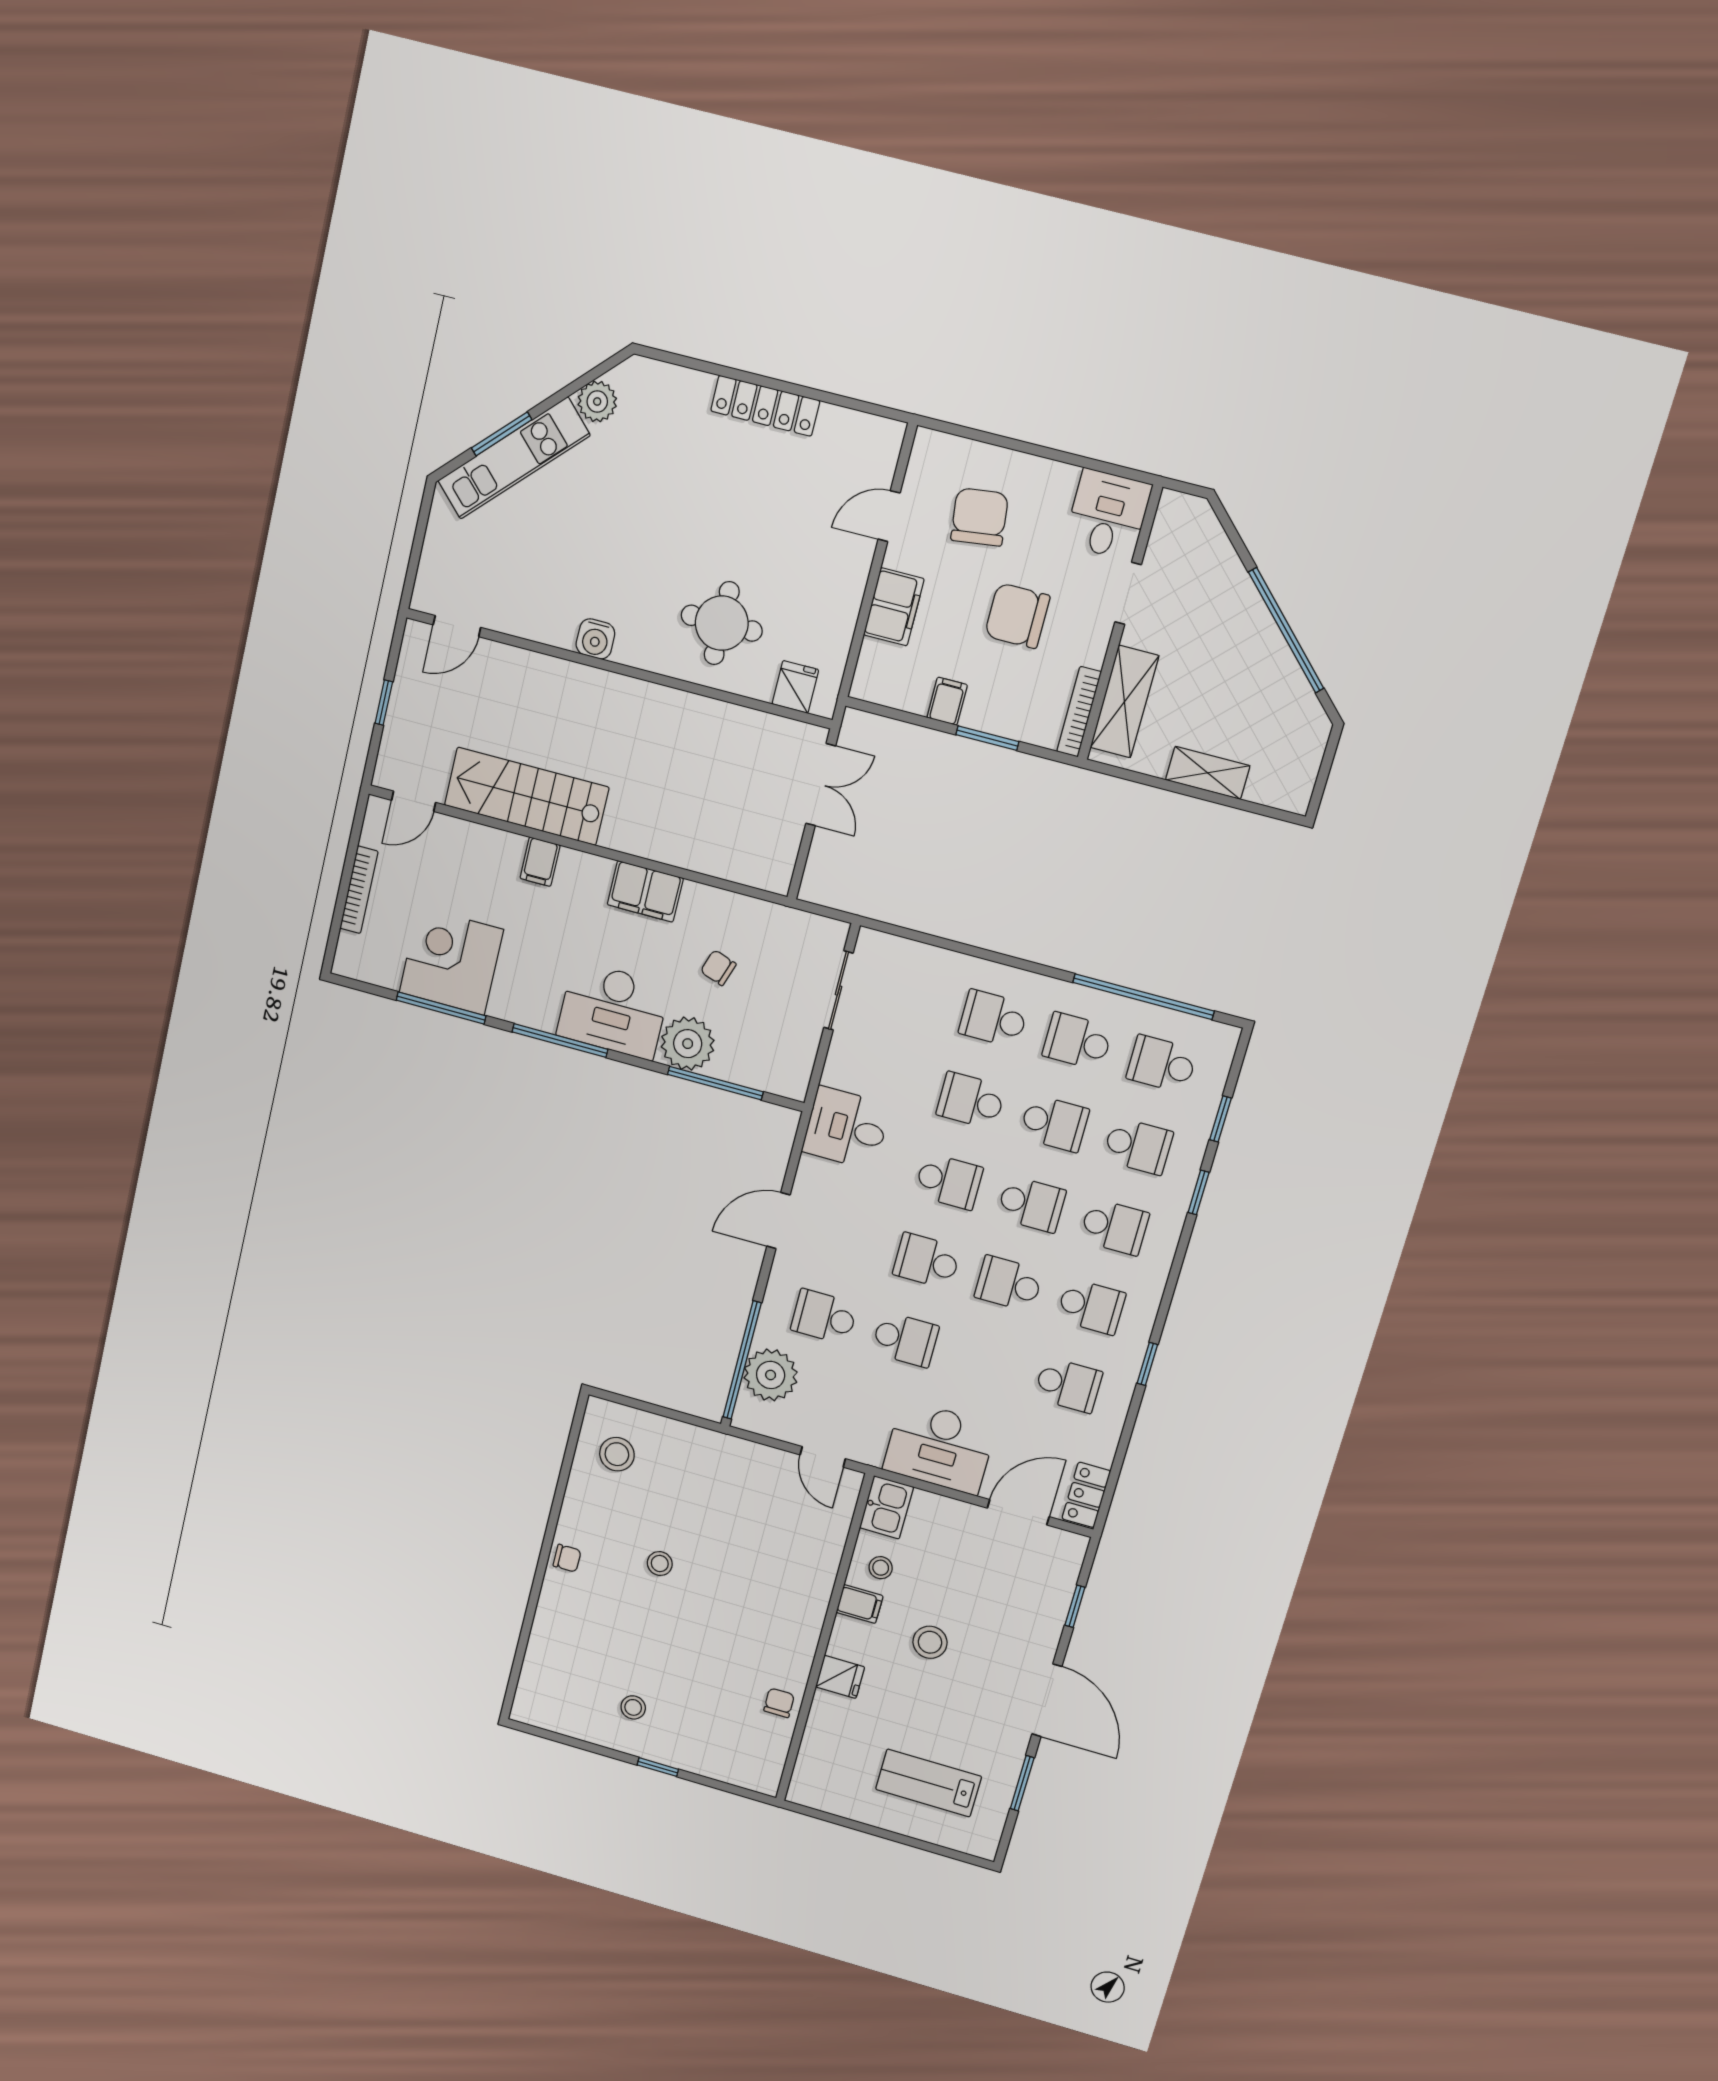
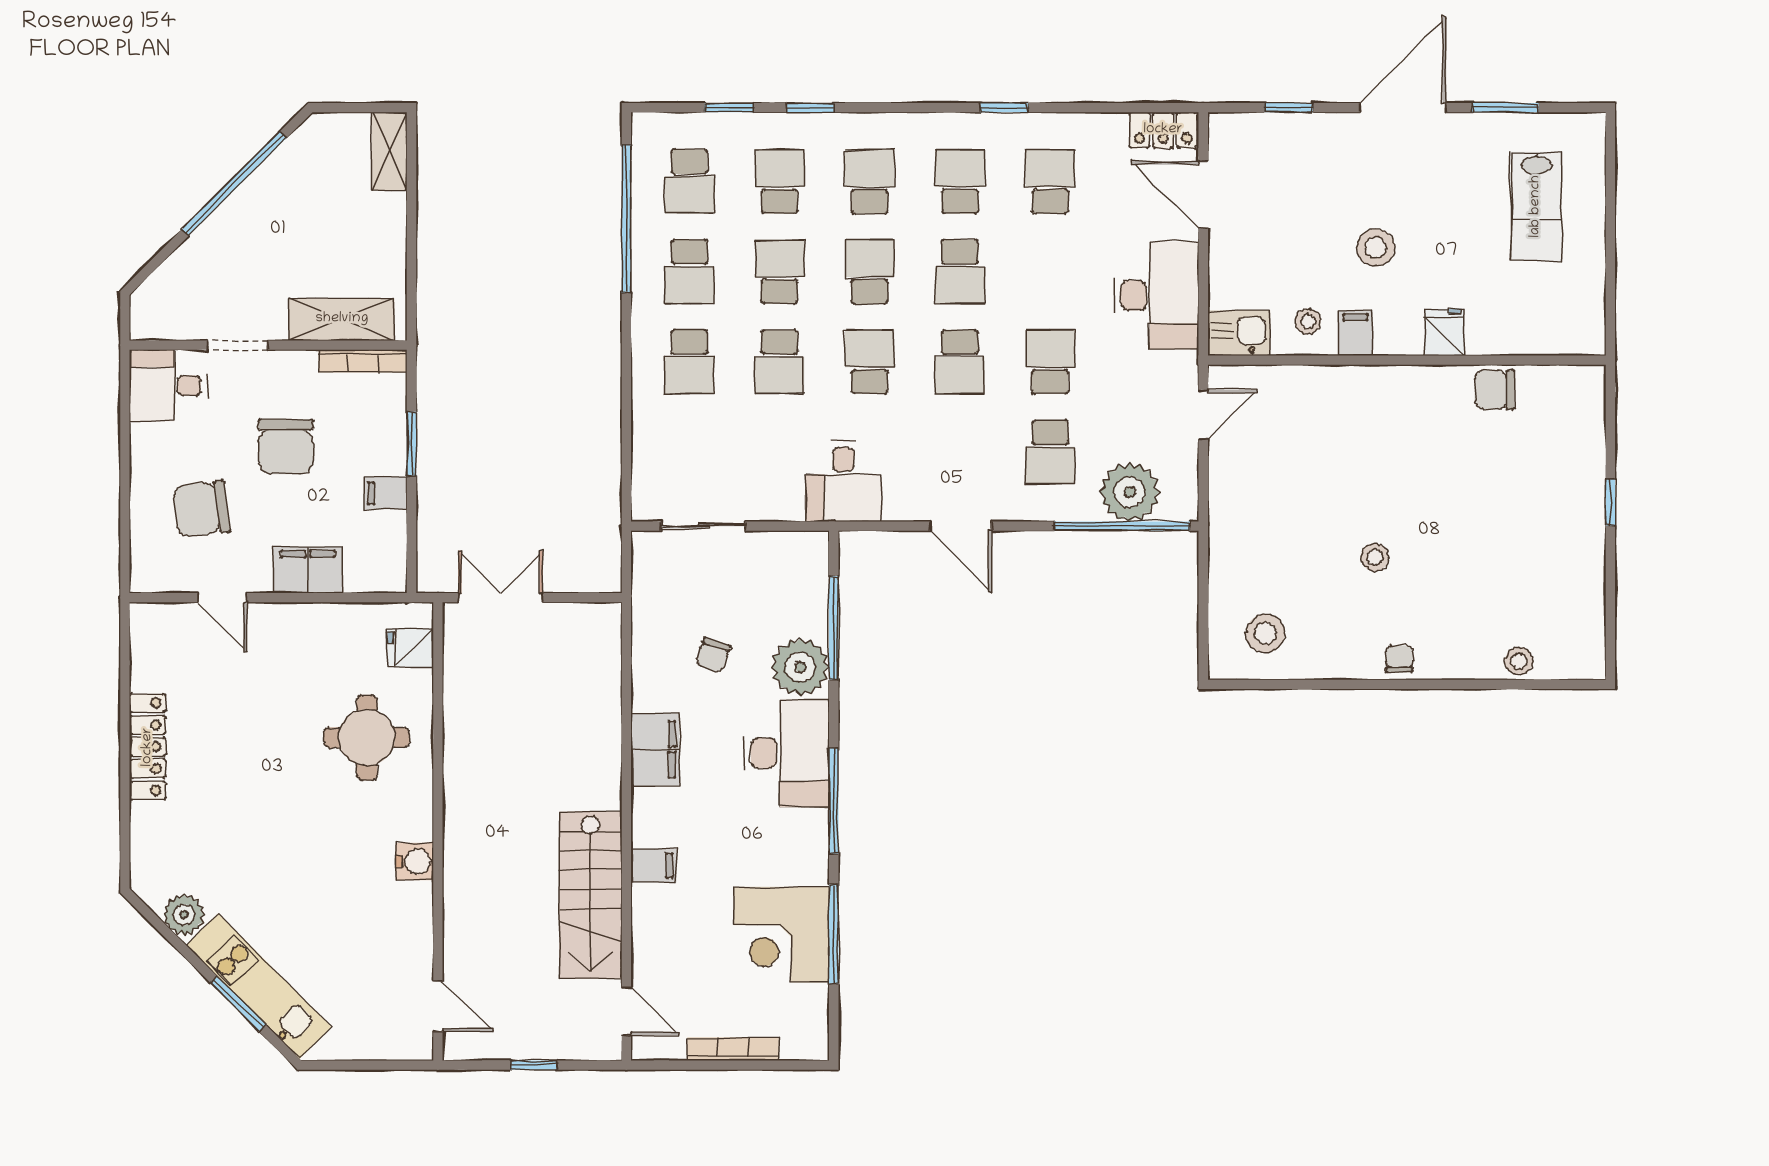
shelving: (1208, 773) -> (389, 151), moved
chair: (779, 1703) -> (1494, 390), width x1.37, depth x1.37
stool: (633, 1707) -> (1519, 661), moved

